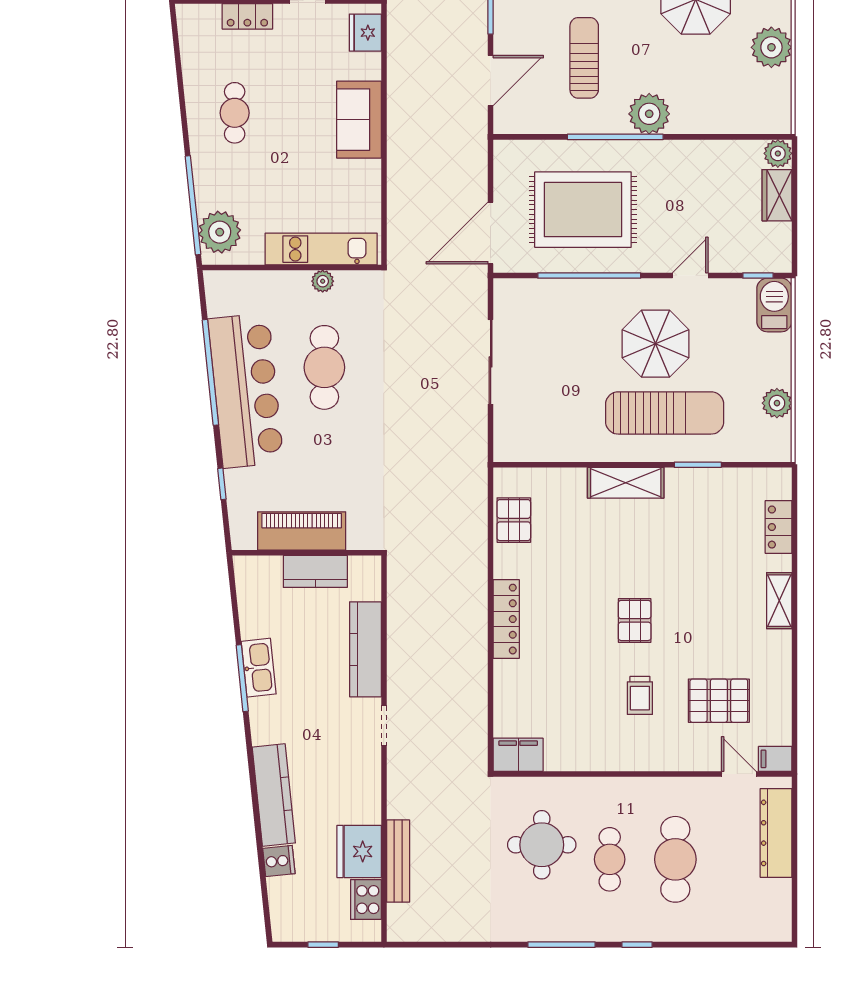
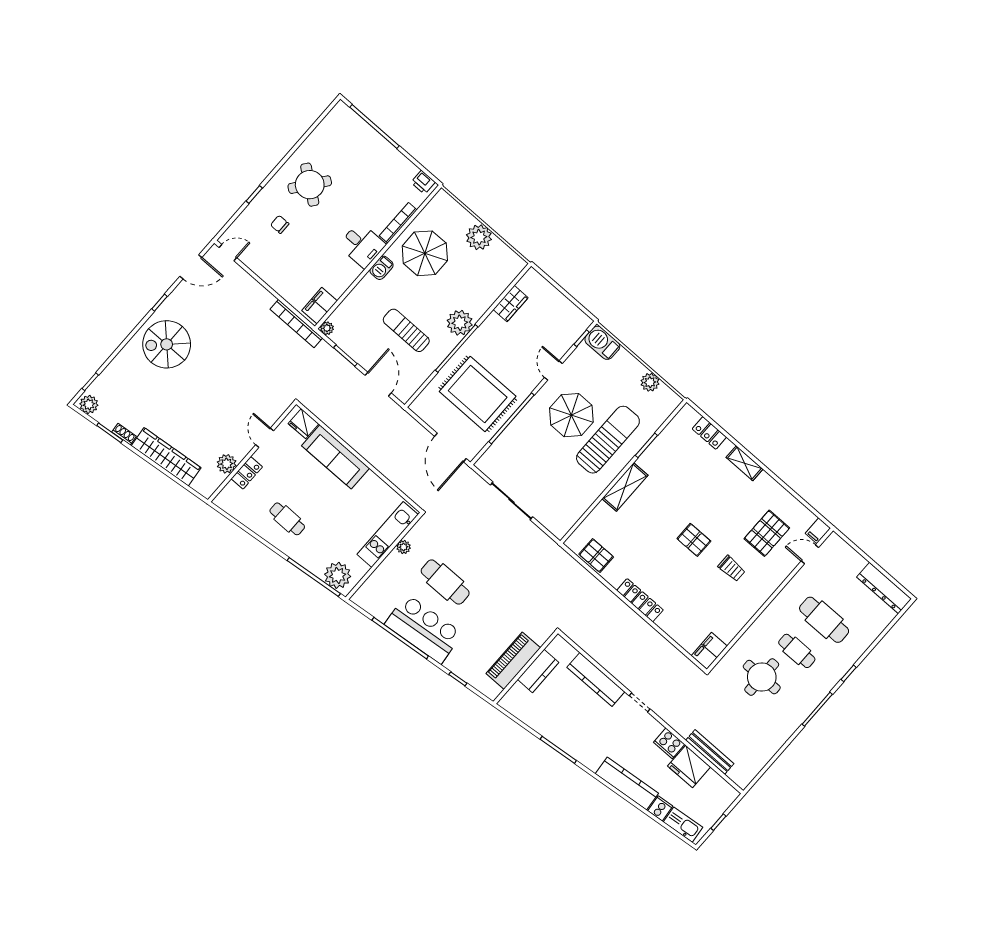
sofa: (359, 120) -> (335, 457), width x1.36
plant: (778, 153) -> (532, 278), removed
wardrobe: (777, 195) -> (511, 304), moved, turned -90
rug: (583, 210) -> (478, 394), turned 90
bar counter: (246, 391) -> (424, 629), width x0.73
kitchen sink: (259, 668) -> (683, 825), moved
dresser: (776, 833) -> (884, 588), moved
cooker: (366, 900) -> (669, 743), moved

